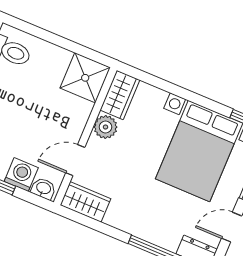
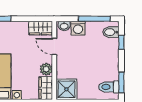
door: (75, 160) -> (54, 47), swing flipped

